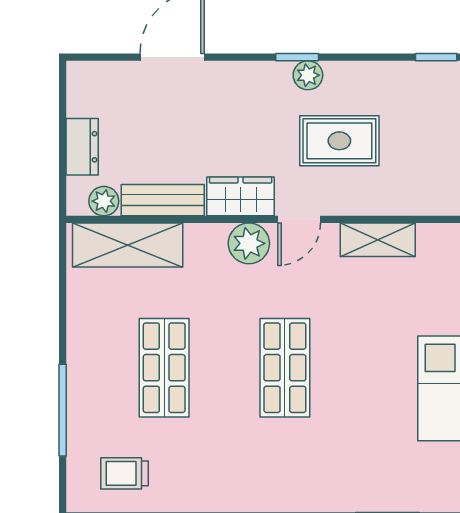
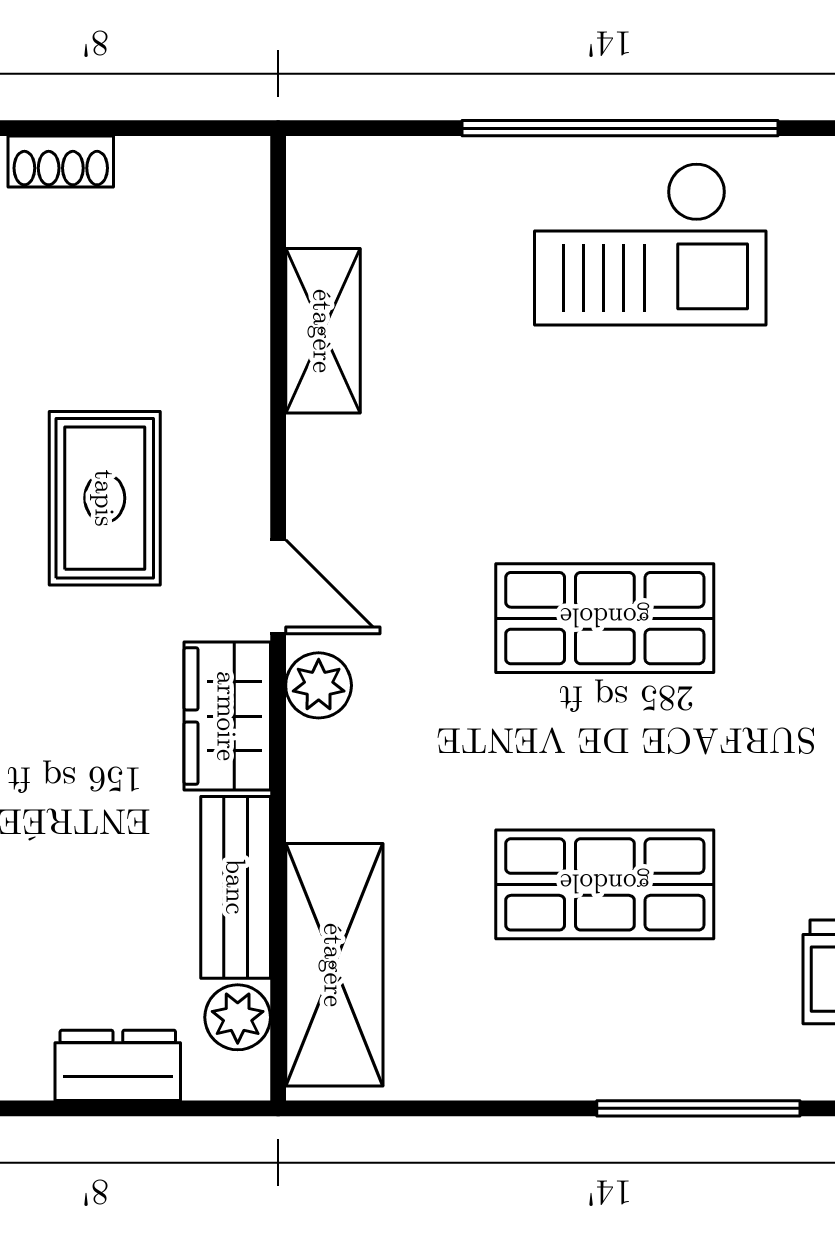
shelving: (378, 240) -> (323, 331), moved
plant: (249, 243) -> (319, 685), width x0.73, depth x0.73

